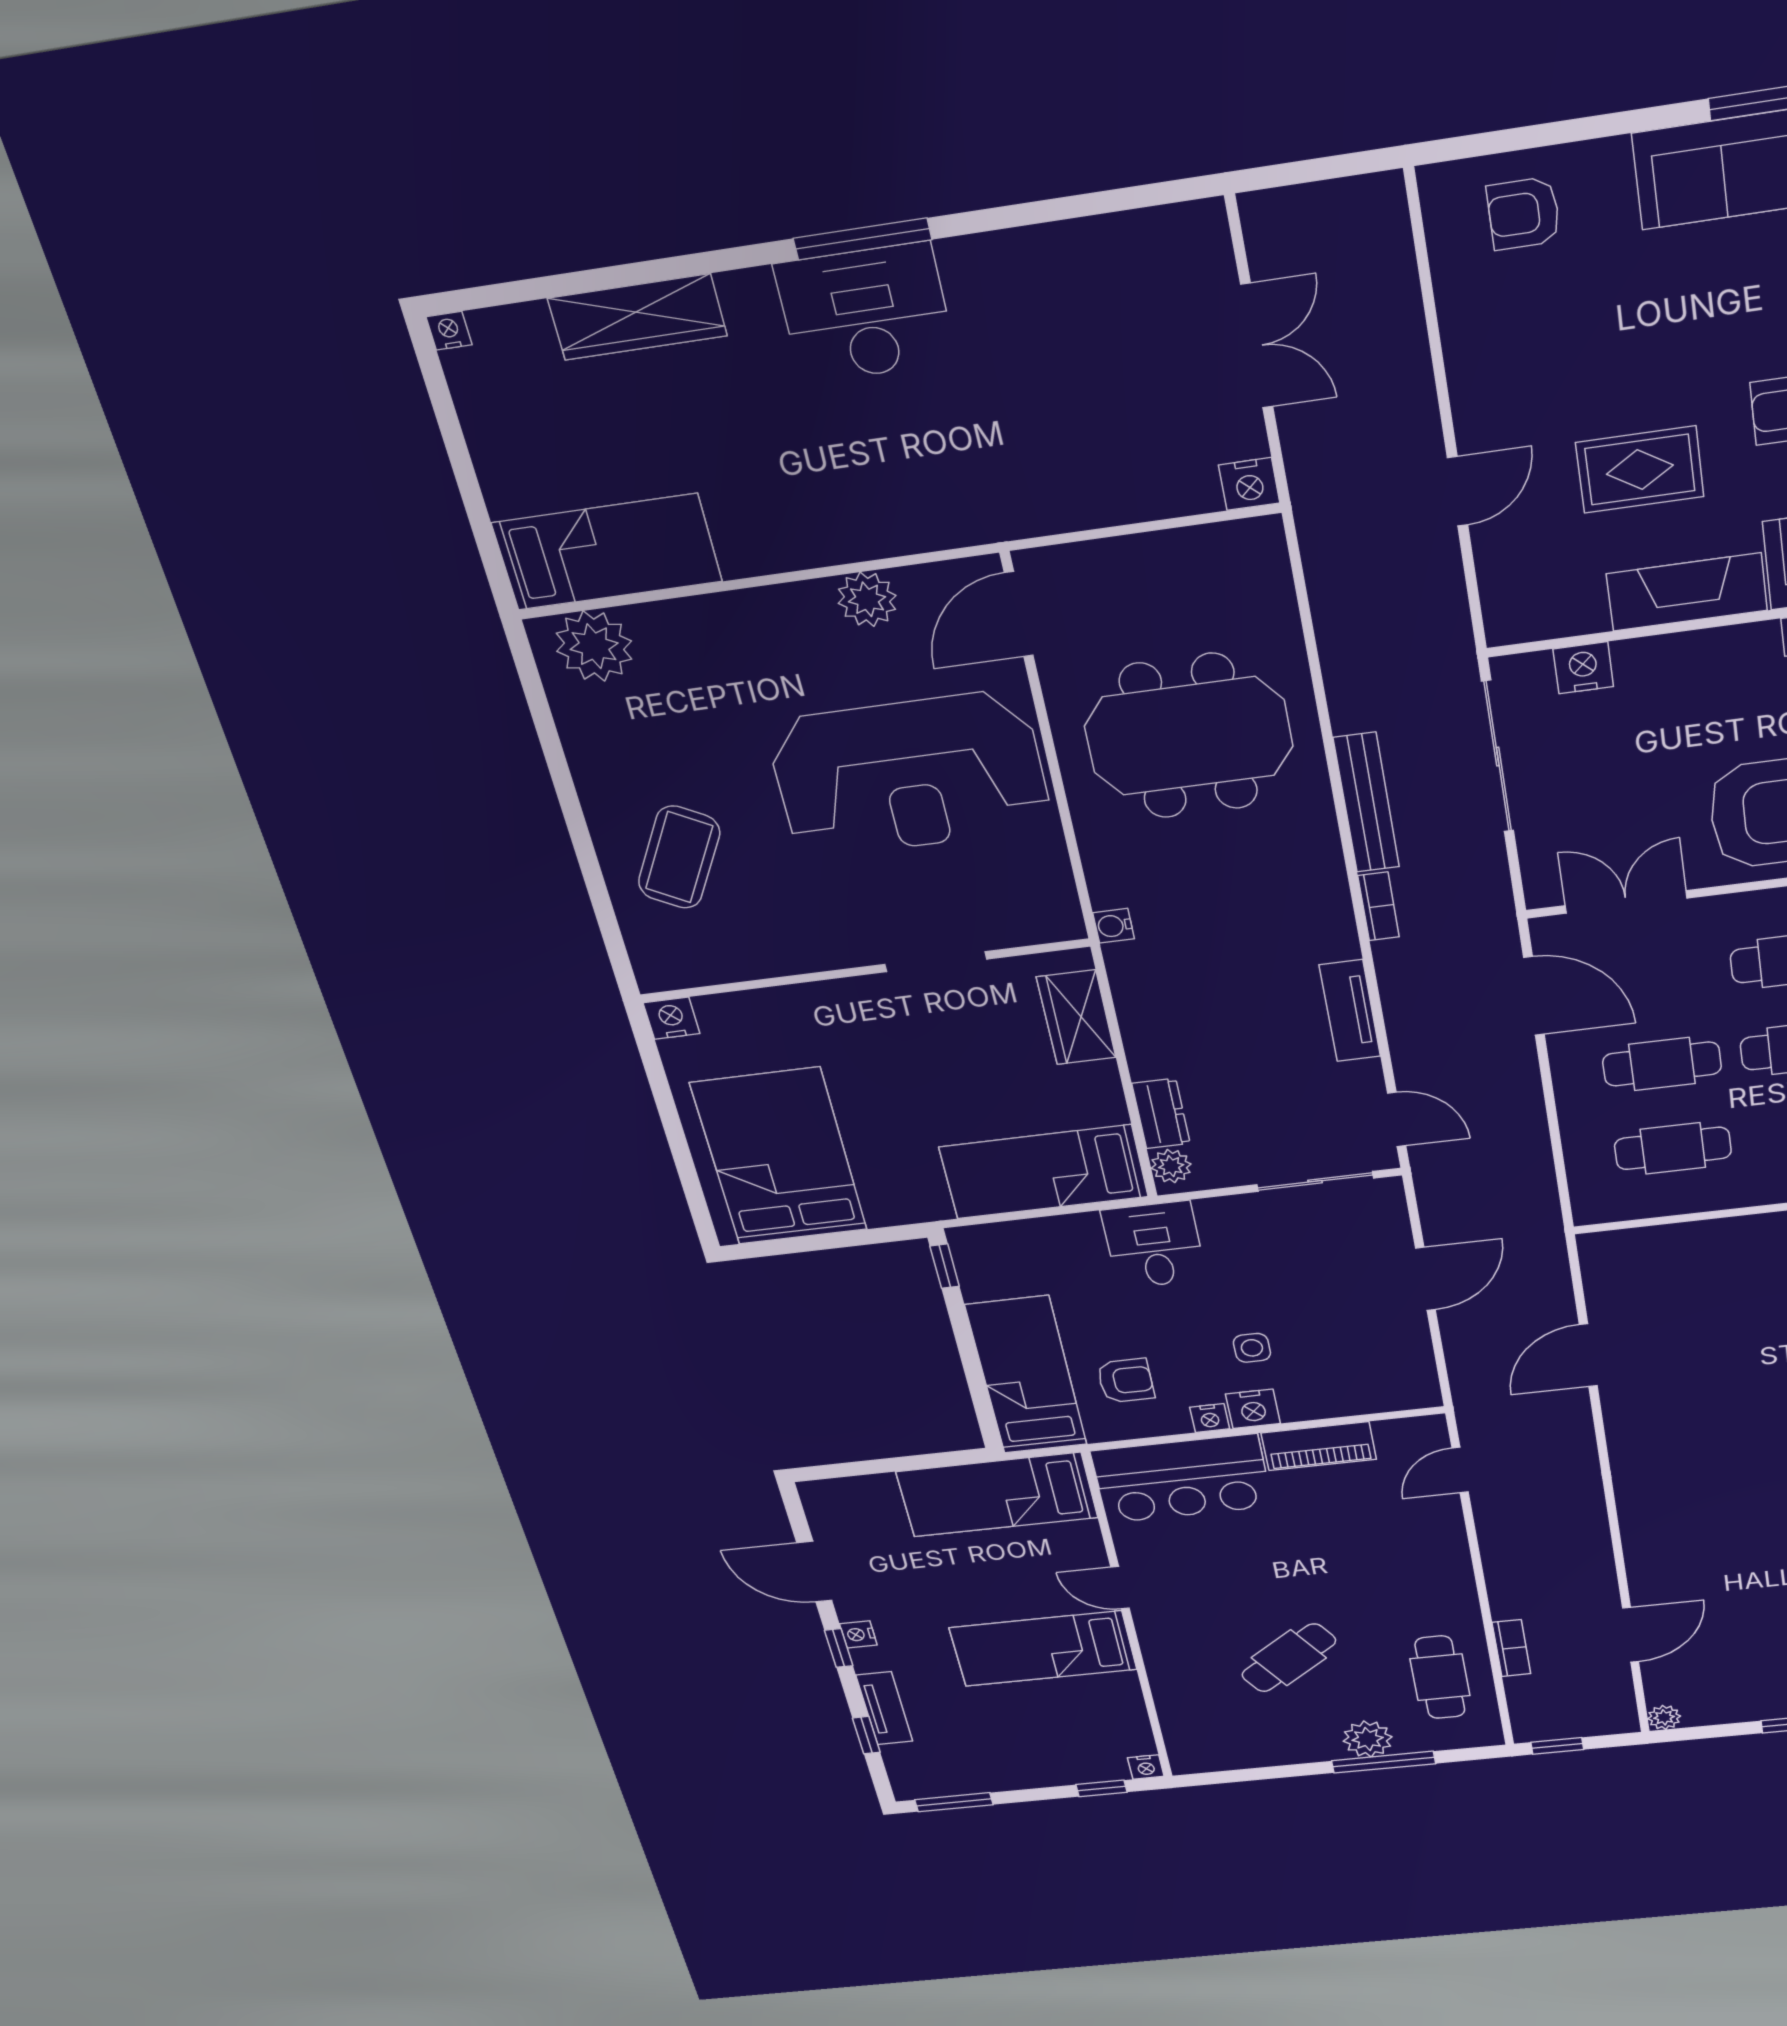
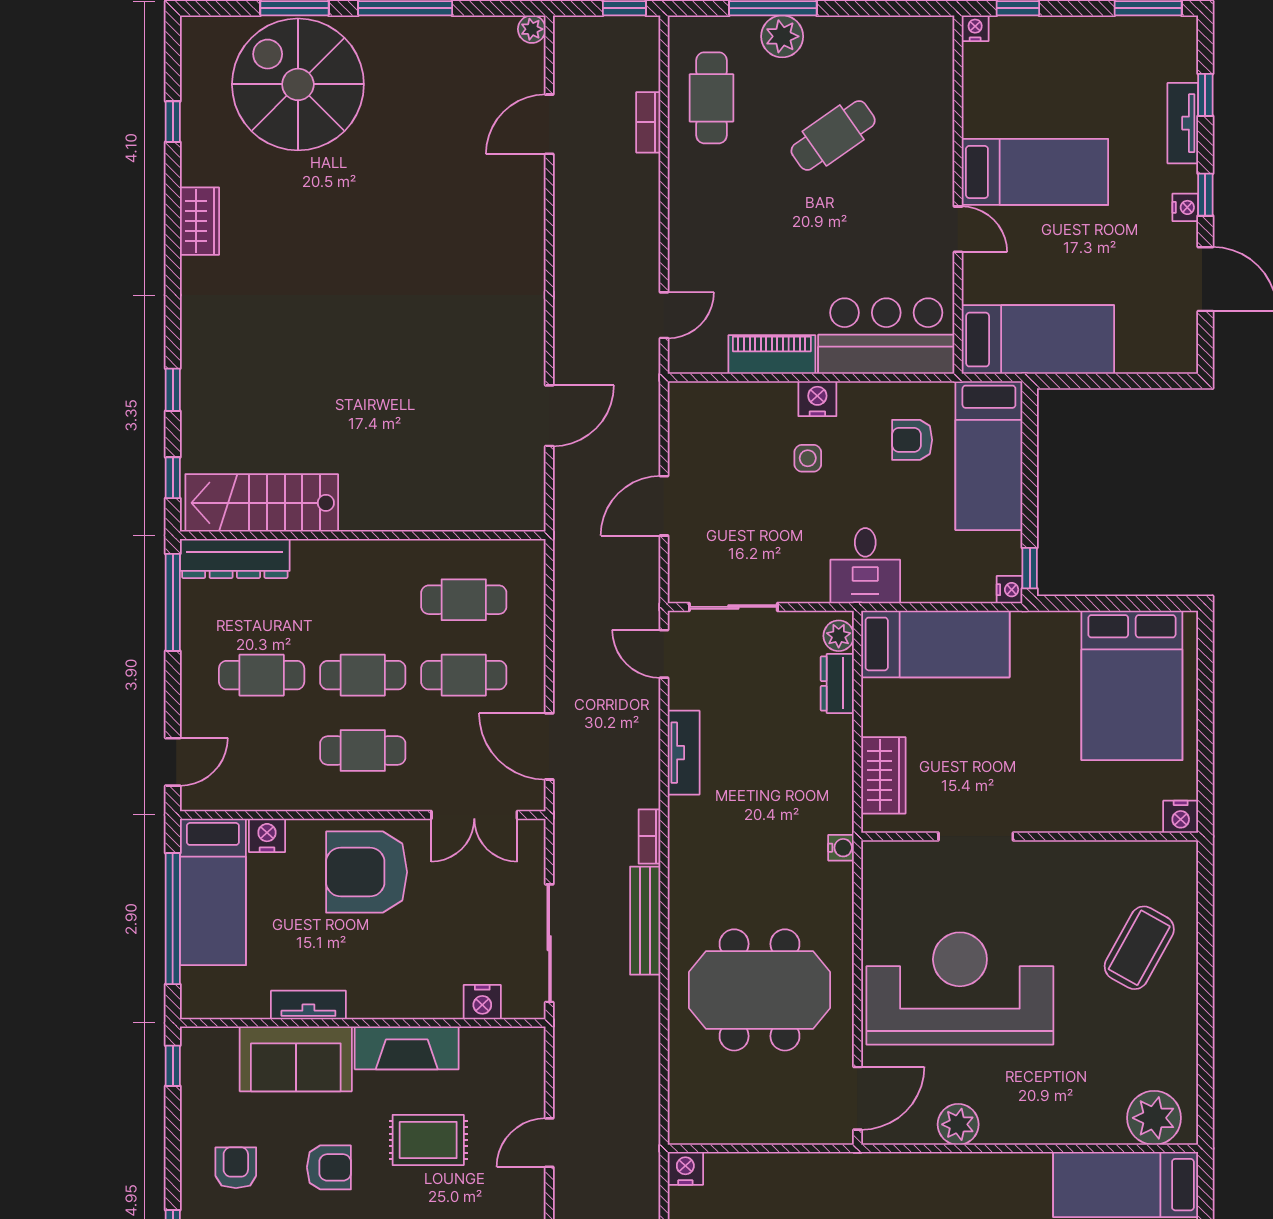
nightstand: (1210, 1418) -> (1010, 590), moved, turned 90

